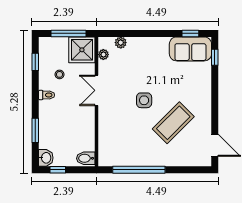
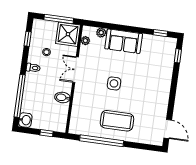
sofa: (190, 49) -> (124, 41), moved
coffee table: (173, 123) -> (117, 121), moved, turned 45
window: (35, 130) -> (20, 96), width x2.11
bidet: (86, 158) -> (62, 97), moved
window: (58, 170) -> (46, 133), moved

